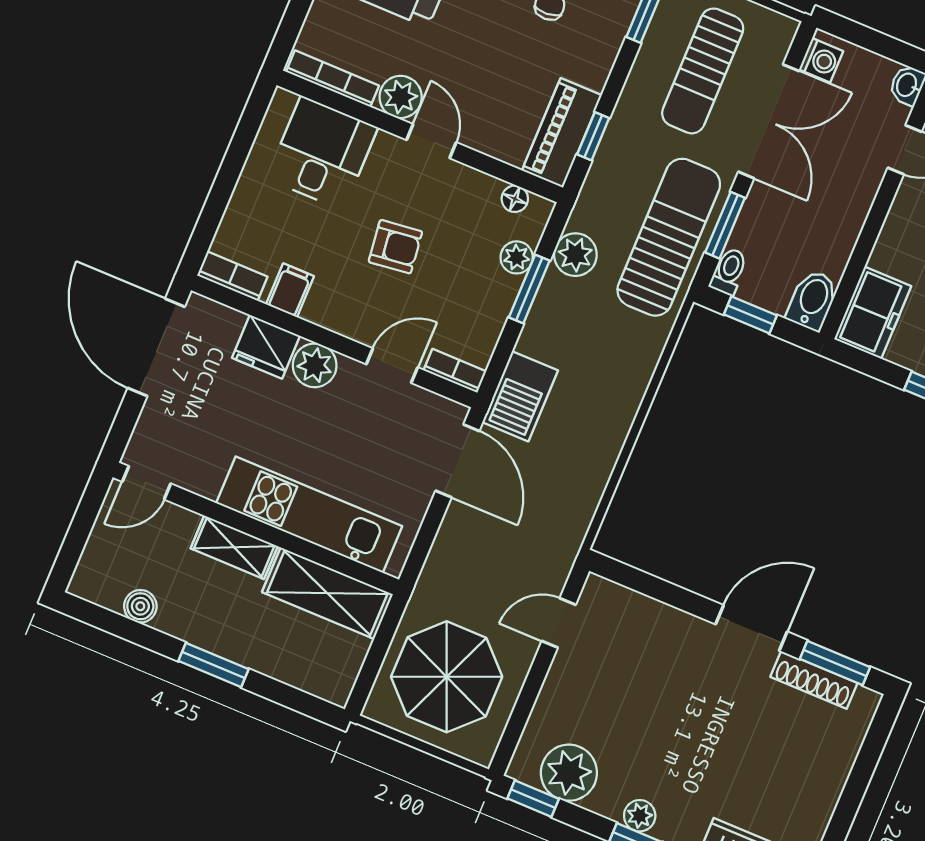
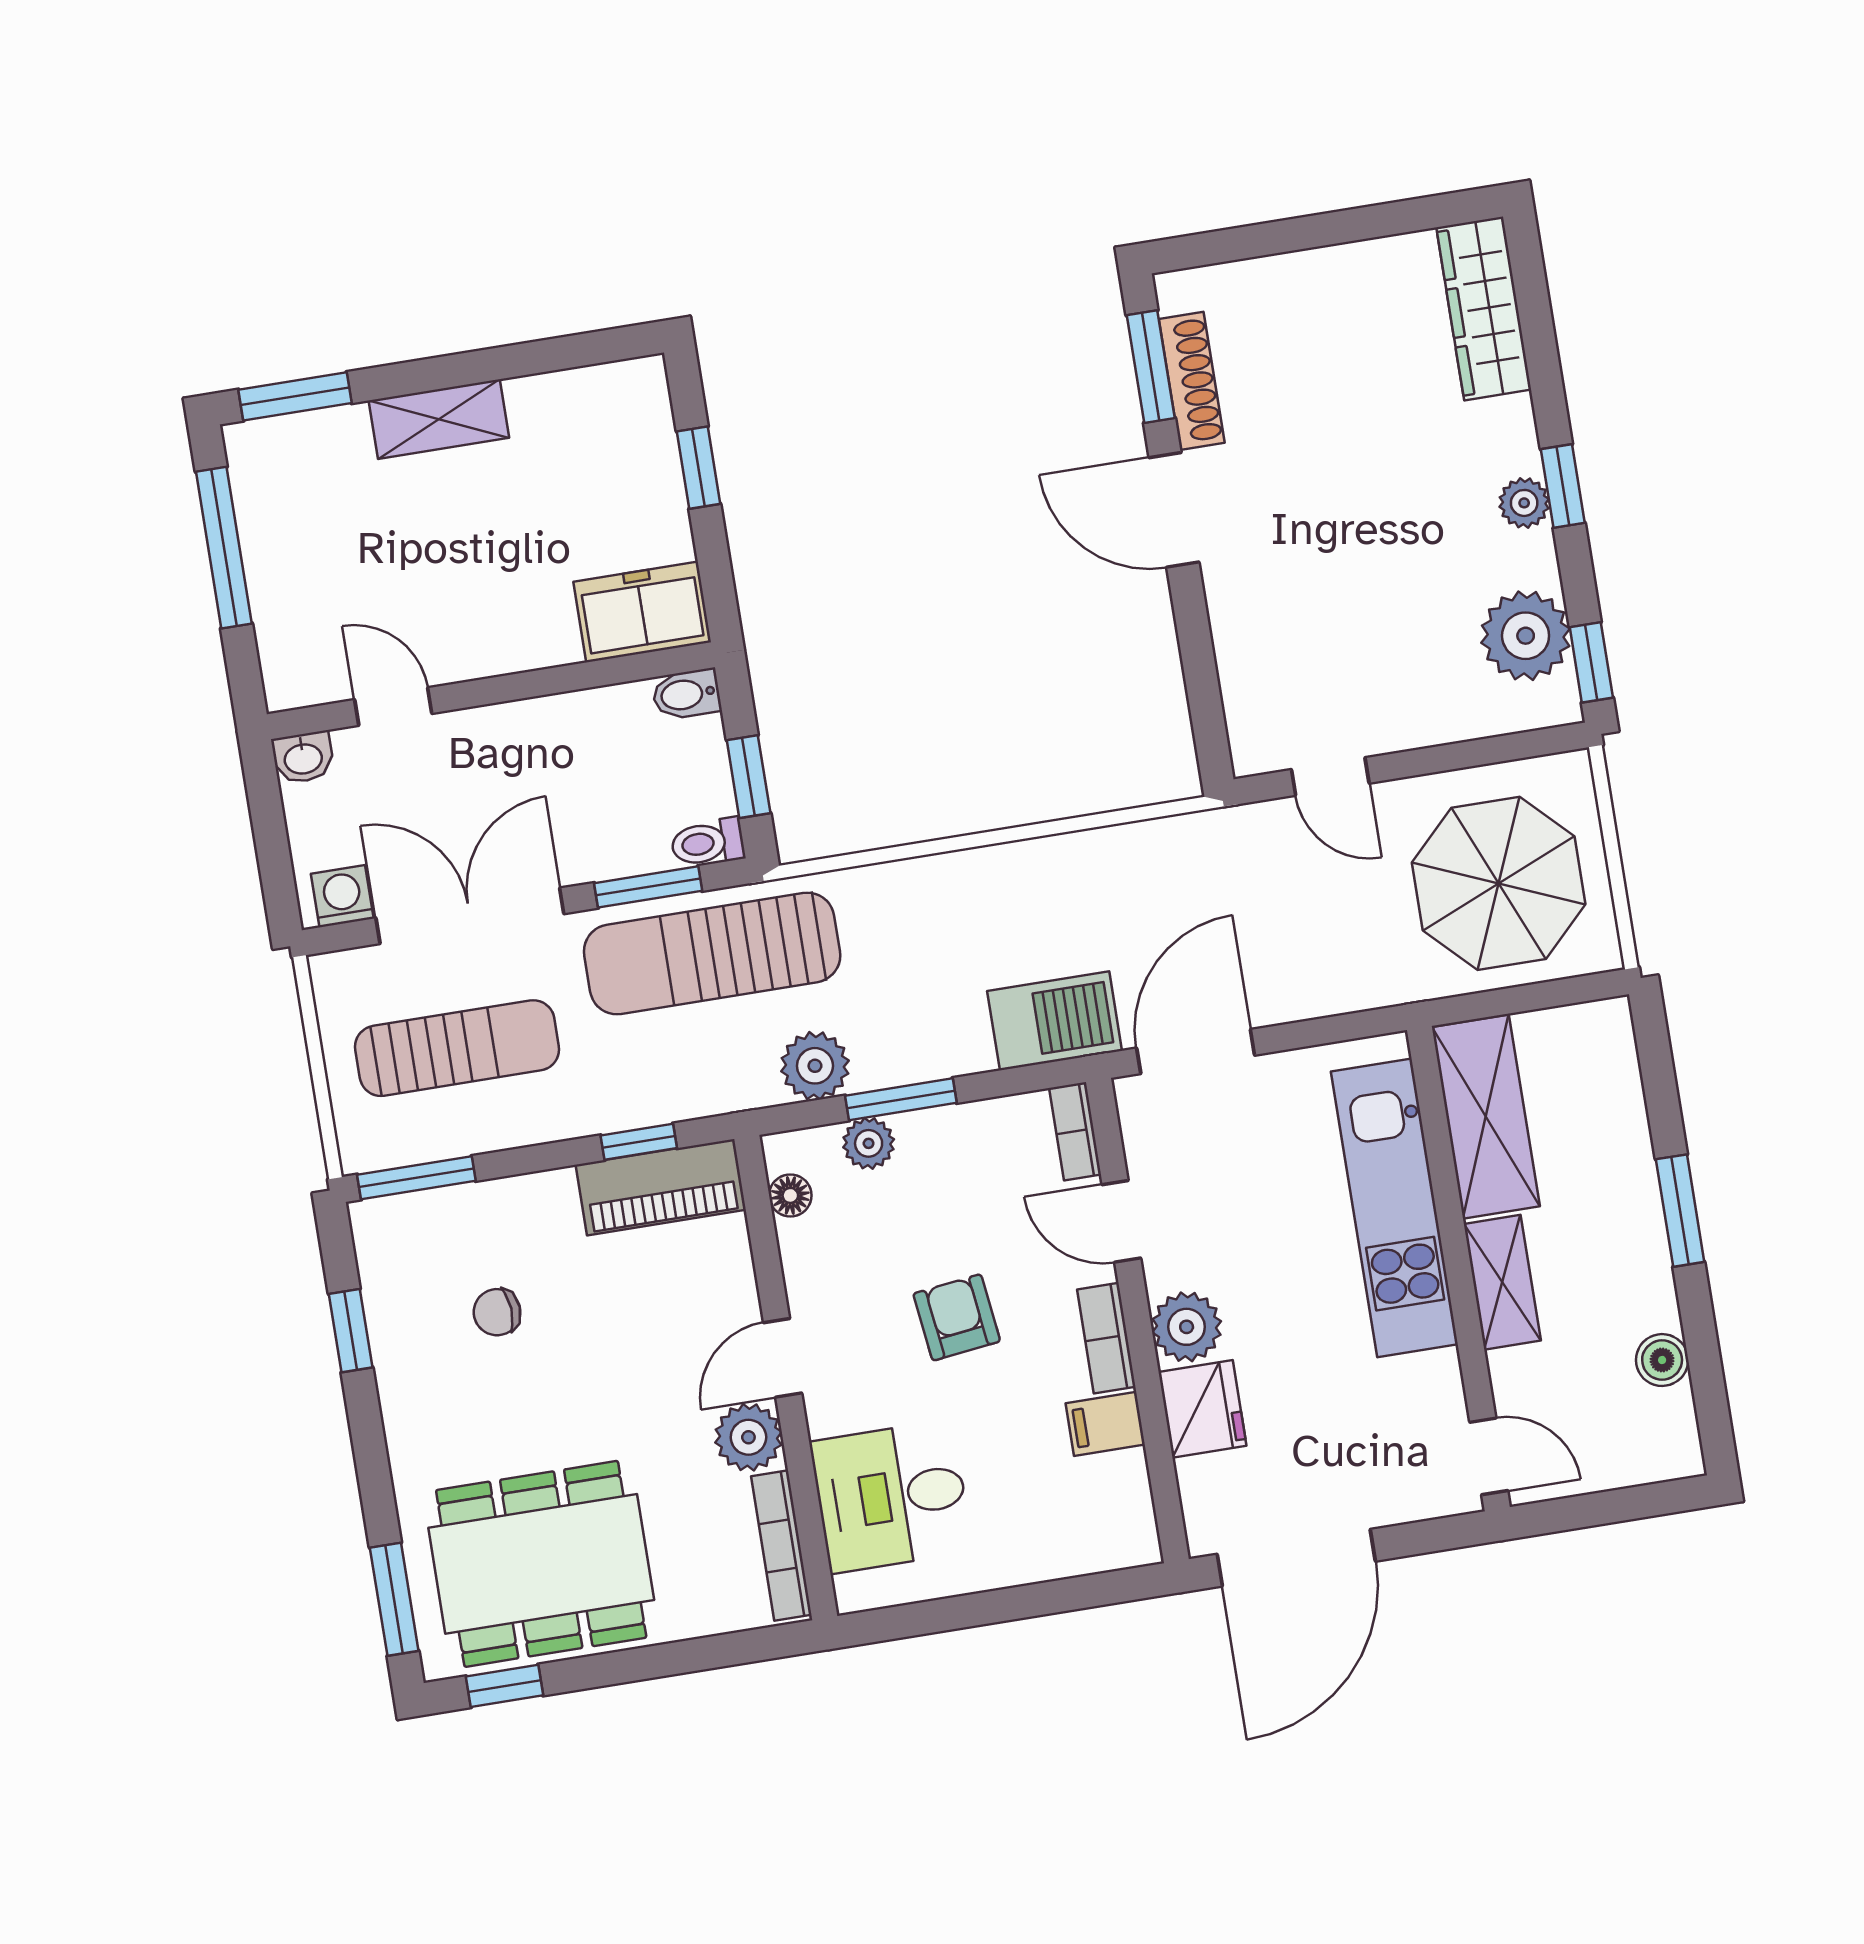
bookcase: (232, 276) -> (1106, 1338), moved
bidet: (812, 300) -> (686, 694), width x0.72, depth x0.74

